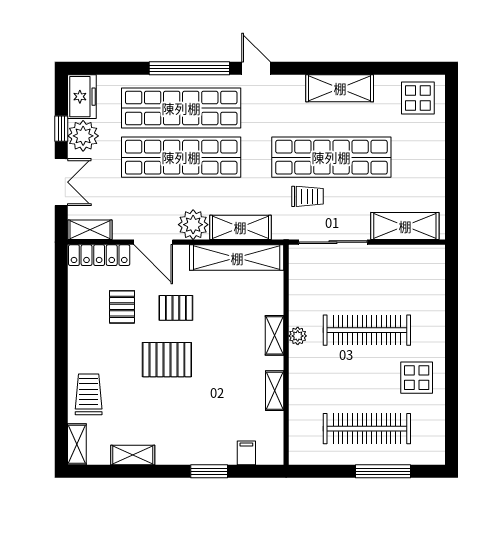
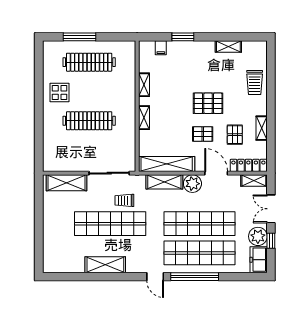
display table: (418, 98) -> (59, 259), removed
plant: (298, 336) -> (130, 117), removed
shelving: (77, 444) -> (262, 128), moved

